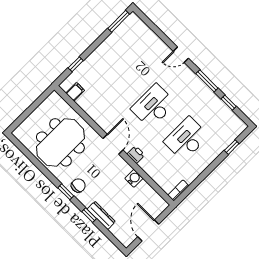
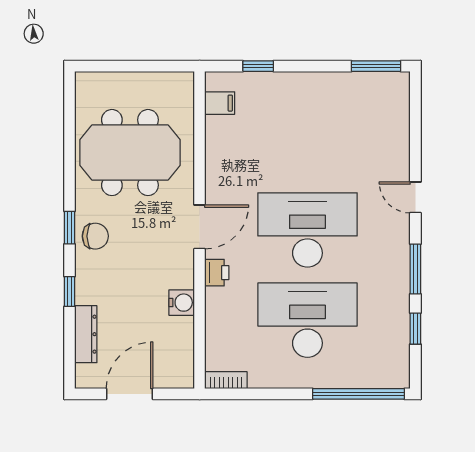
desk: (153, 106) -> (307, 230), width x1.36, depth x1.30
desk: (186, 139) -> (307, 320), width x1.36, depth x1.30
window: (232, 147) -> (358, 394), width x3.17
dresser: (101, 215) -> (86, 334), moved

